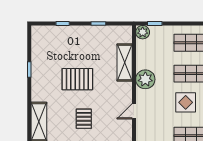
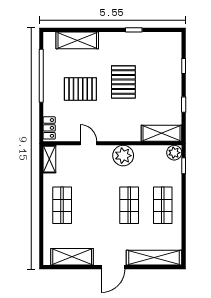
shelving: (125, 63) -> (161, 133), moved
display table: (186, 102) -> (98, 199), removed
pallet: (84, 119) -> (80, 89), width x1.50, depth x1.42

